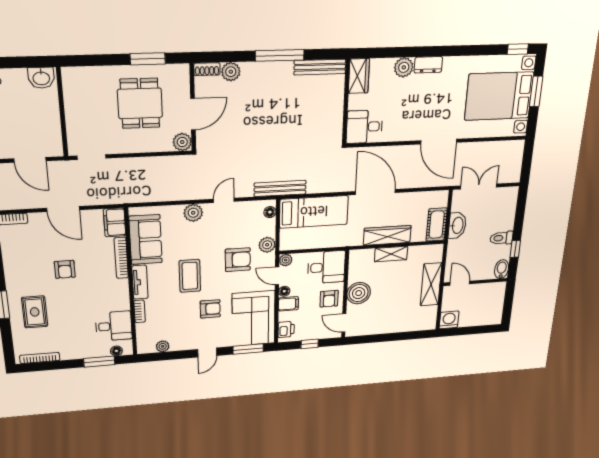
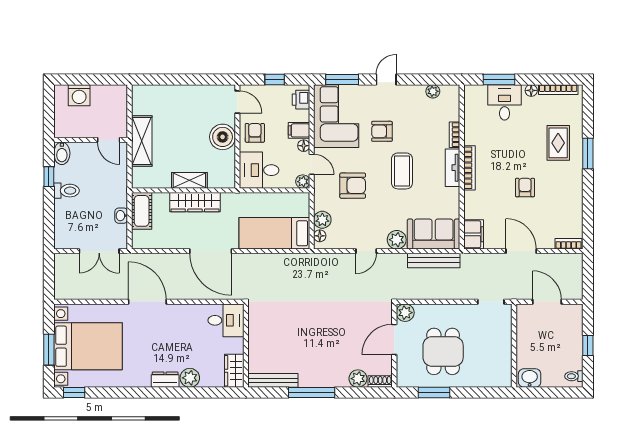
bench: (280, 188) -> (434, 260), moved
washbasin: (457, 225) -> (121, 216), width x0.52, depth x0.69
sofa: (146, 240) -> (434, 234), moved, turned 90
plant: (267, 245) -> (322, 220), moved
bookcase: (121, 258) -> (469, 168), moved
armchair: (238, 260) -> (353, 186), turned 180
washing machine: (449, 320) -> (79, 95), moved
desk: (114, 326) -> (505, 102), moved, turned 90
floor lamp: (116, 351) -> (531, 90), moved

